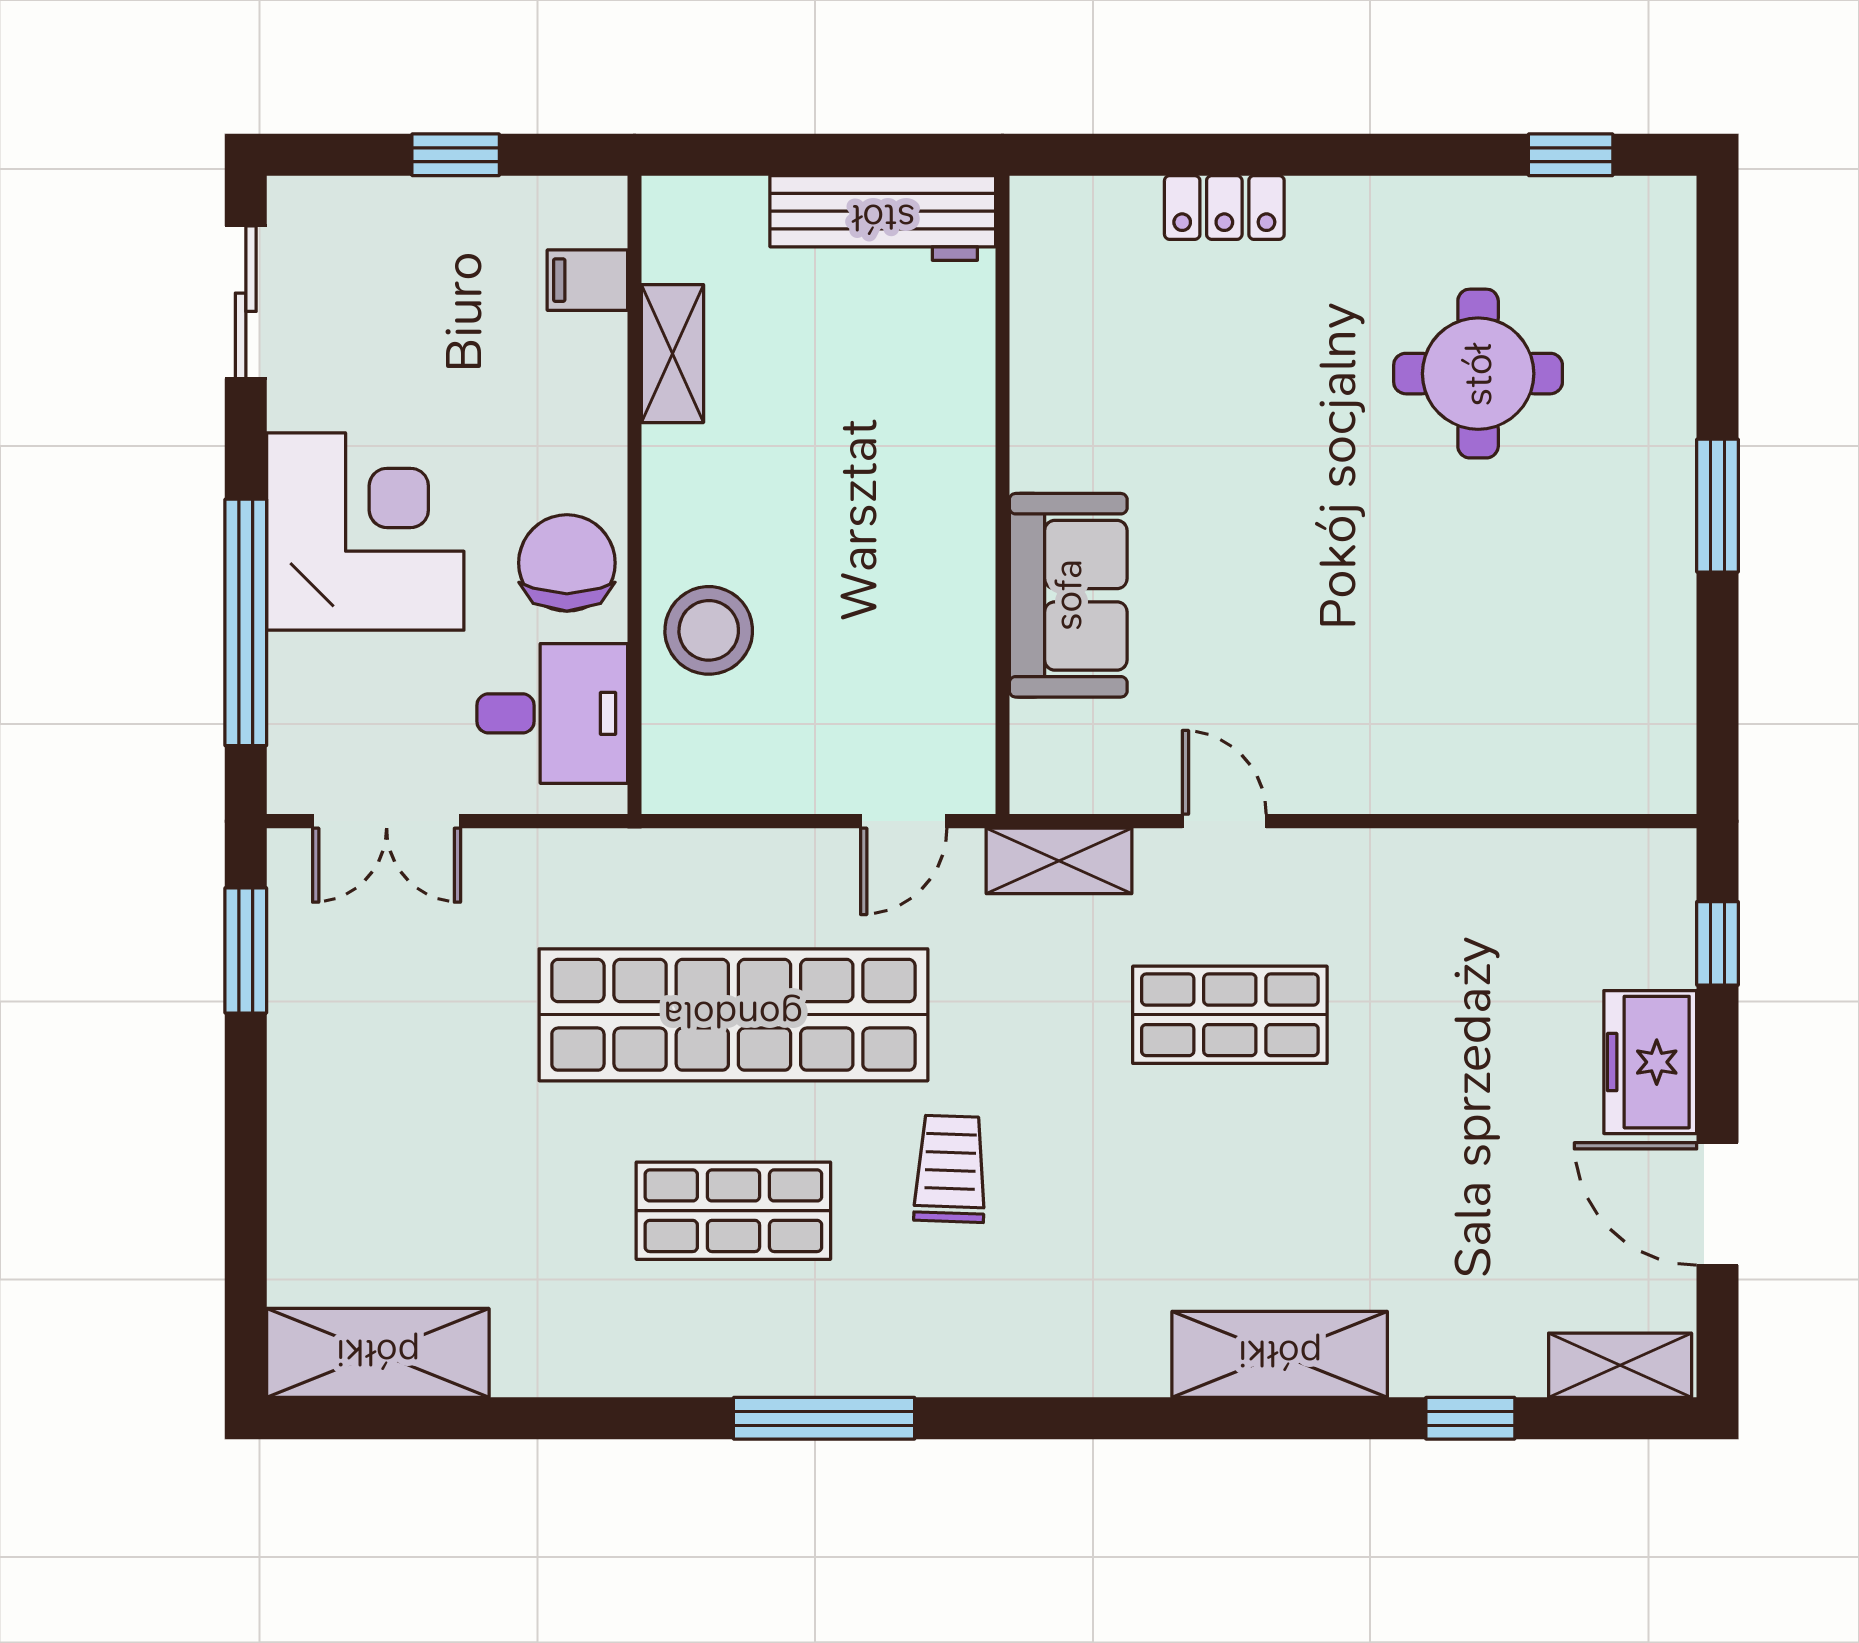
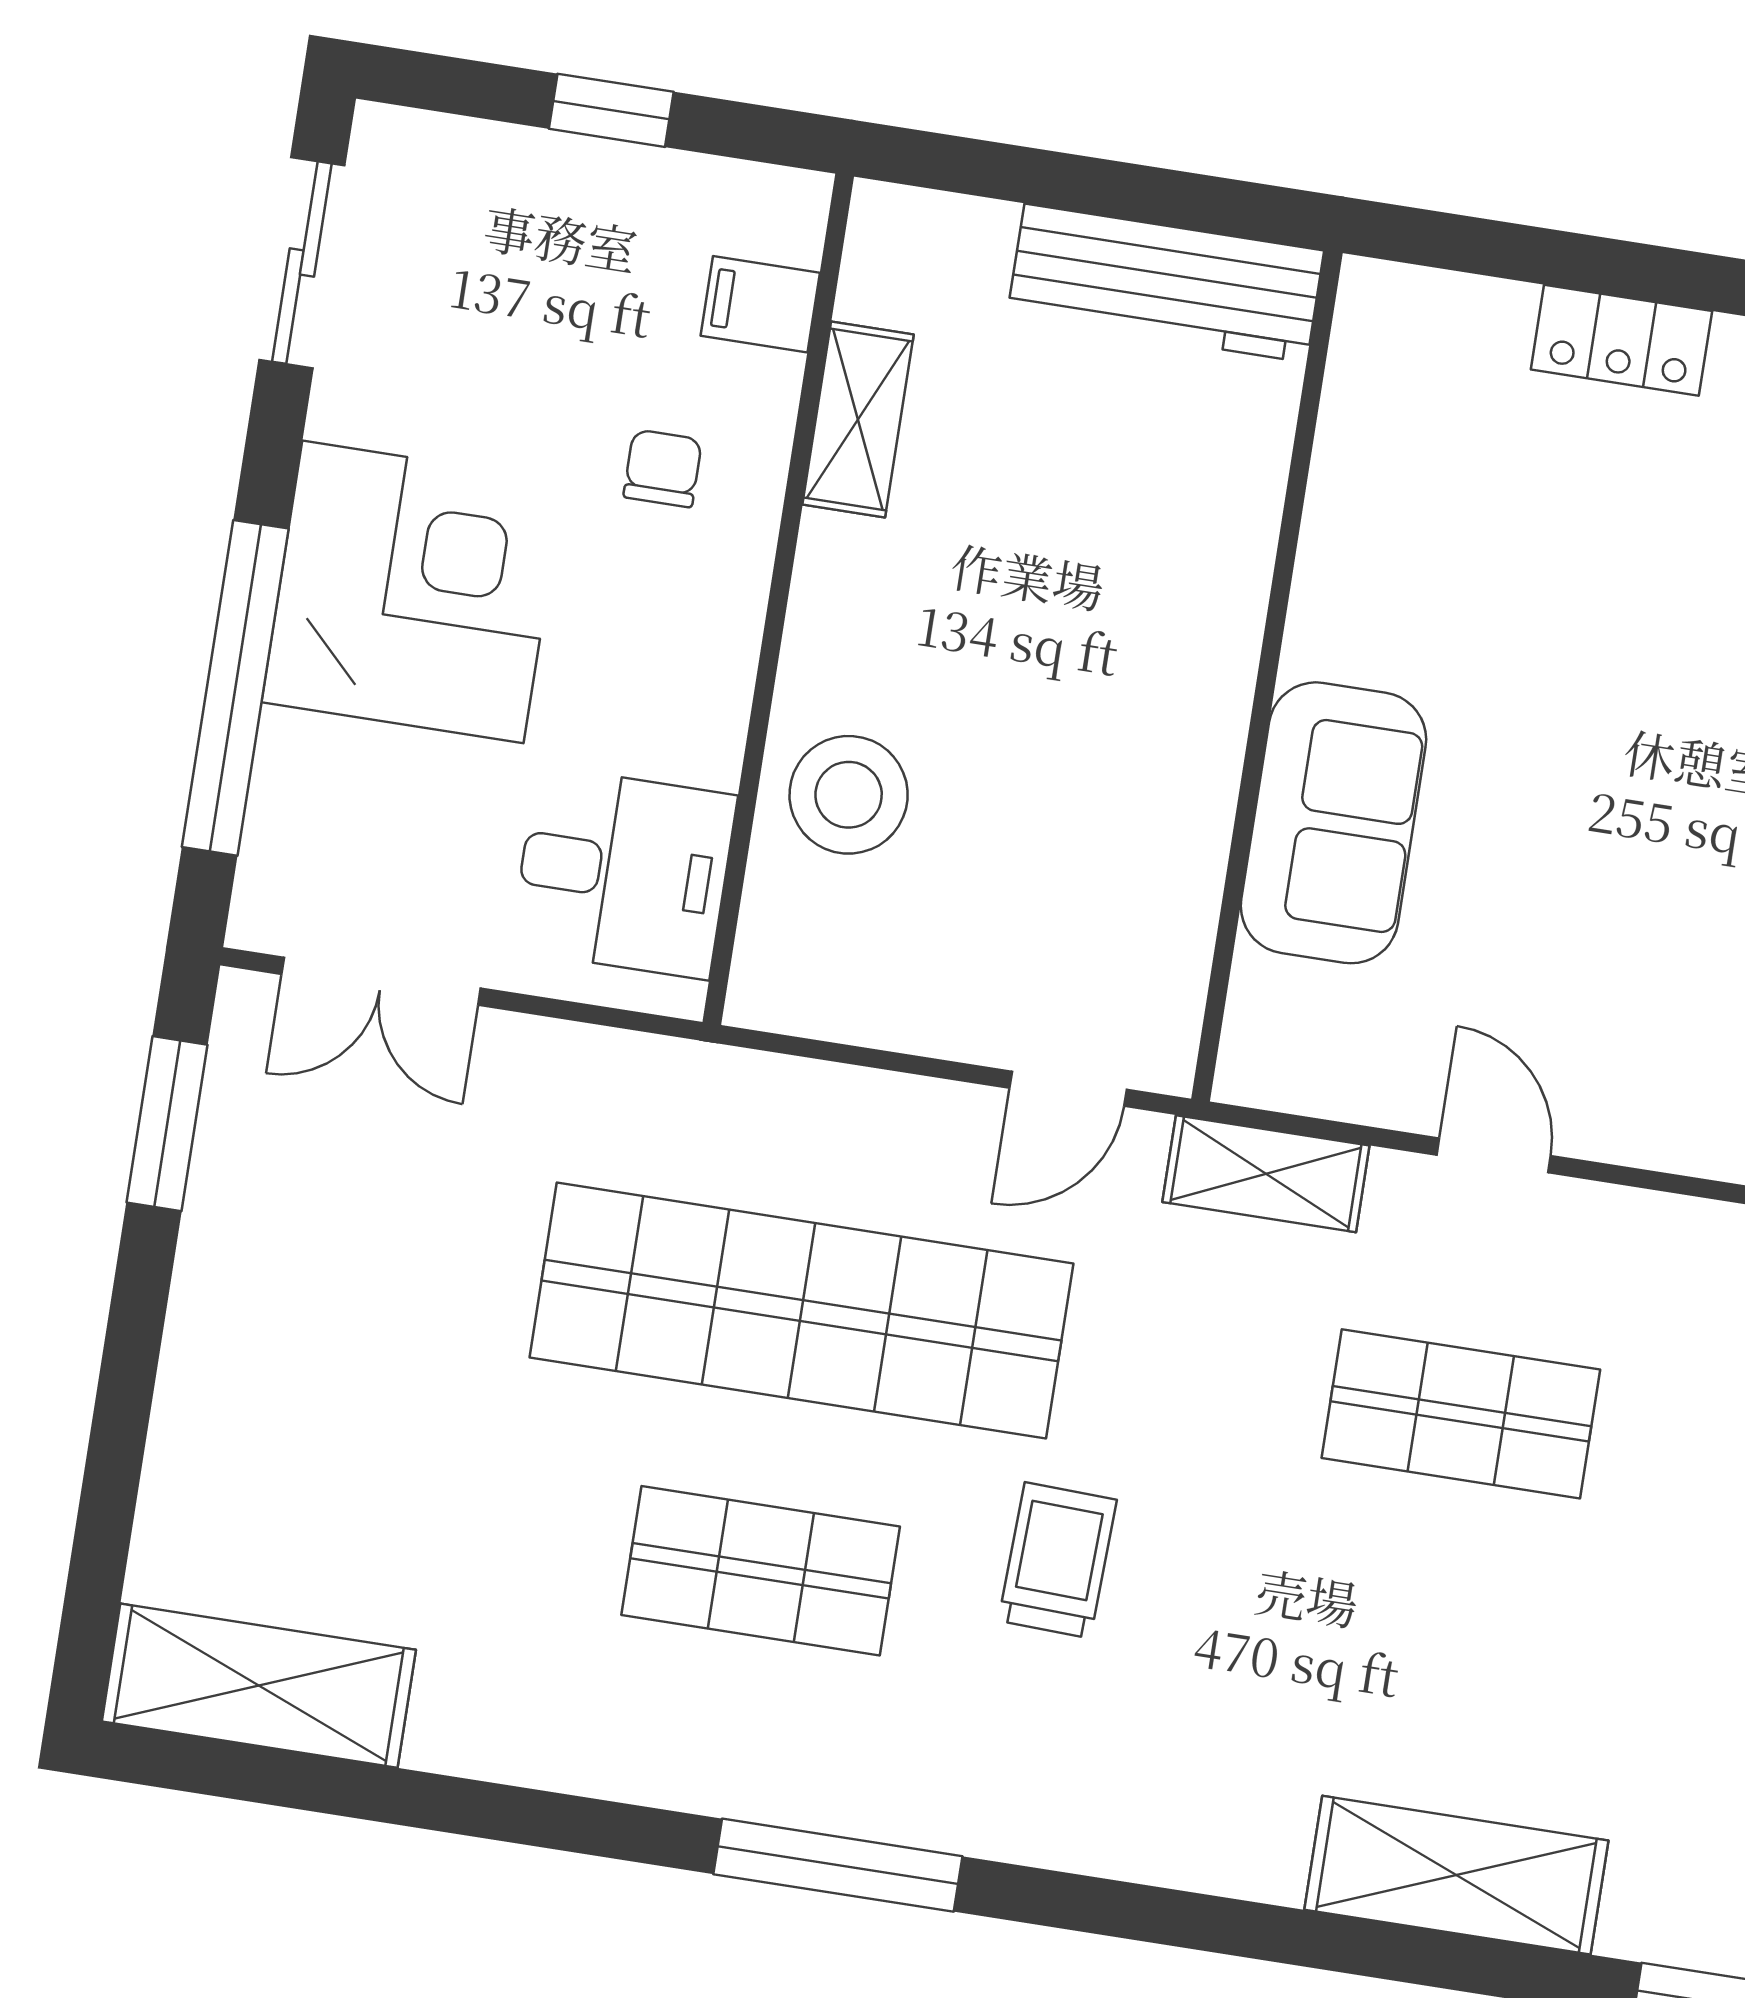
chair: (567, 563) -> (663, 468), moved, width x0.54, depth x0.54

